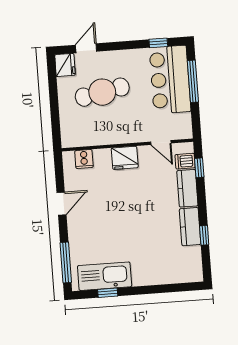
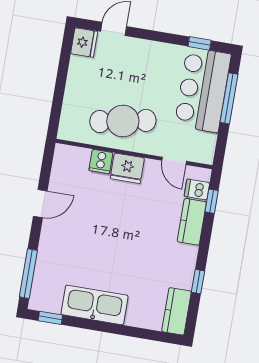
cafe table: (102, 92) -> (123, 121), moved
cooker: (84, 159) -> (101, 162), moved
kitchen counter: (190, 227) -> (176, 311), moved
kitchen sink: (105, 276) -> (95, 305), moved
window: (108, 293) -> (50, 318), moved

